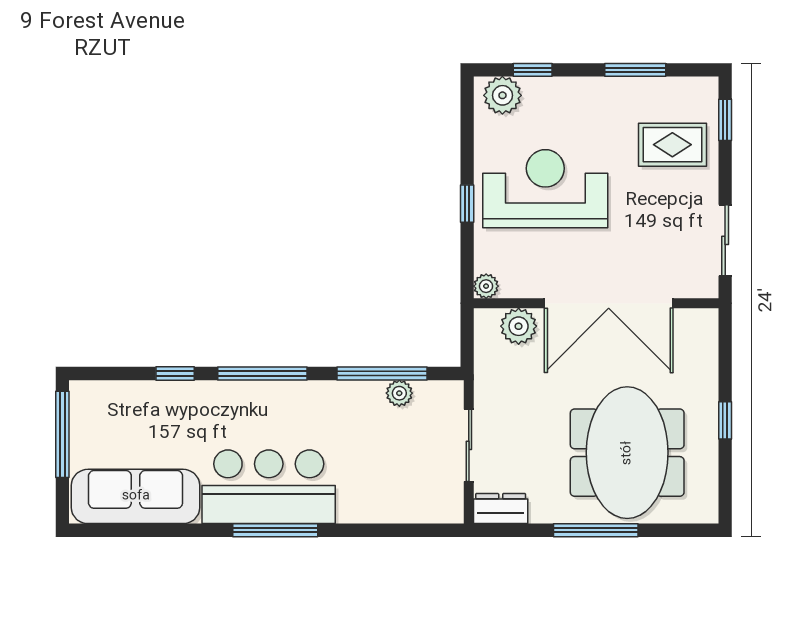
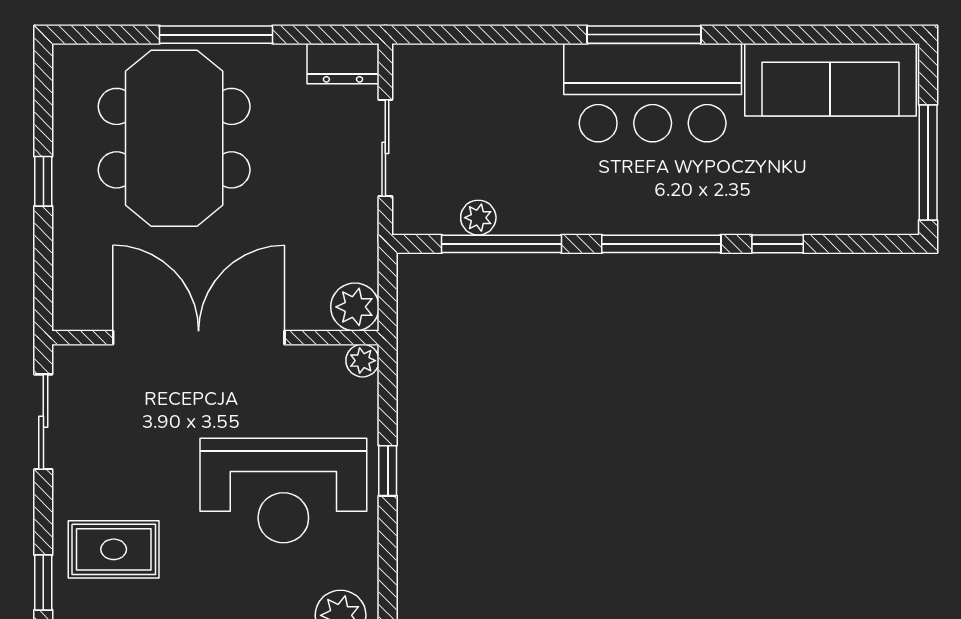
plant: (519, 326) -> (355, 307), moved

